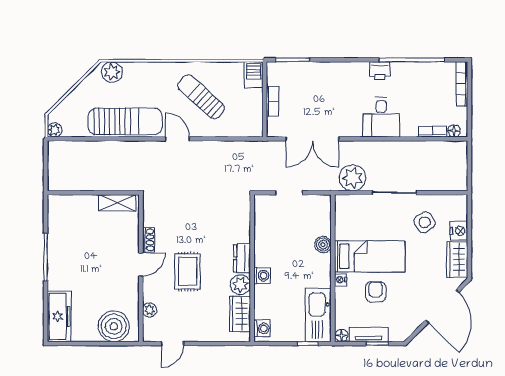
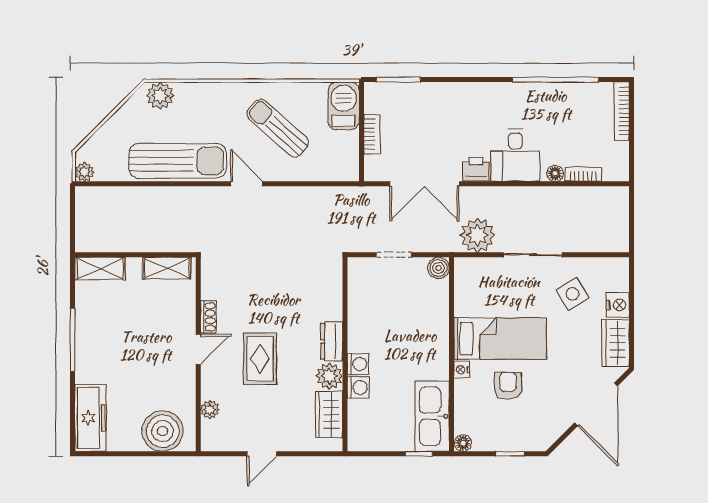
printer: (380, 71) -> (476, 169), moved, turned 180
barbecue: (254, 75) -> (344, 106), width x1.38, depth x1.27
floor lamp: (454, 131) -> (555, 173), moved
shelving: (66, 203) -> (100, 269), added
boiler: (323, 245) -> (438, 268), moved
washing machine: (262, 328) -> (358, 388), moved
tv unit: (369, 334) -> (499, 442), removed
door: (173, 344) -> (262, 454), moved

